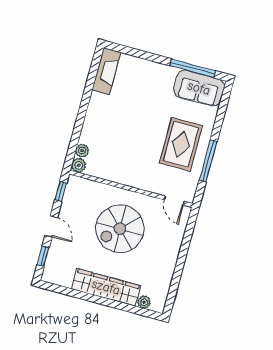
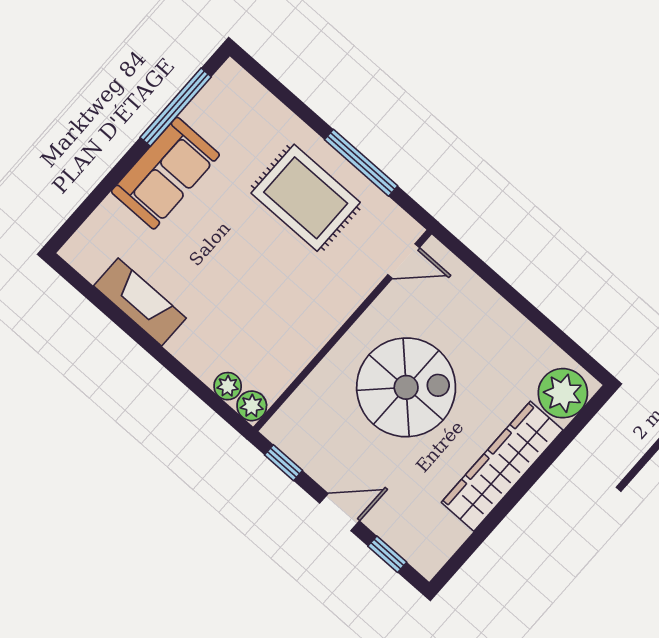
fireplace: (106, 71) -> (140, 302), moved
sofa: (199, 88) -> (165, 173), moved
spiral stairs: (120, 229) -> (406, 387), turned -90
plant: (144, 302) -> (563, 393), width x1.88, depth x1.88

